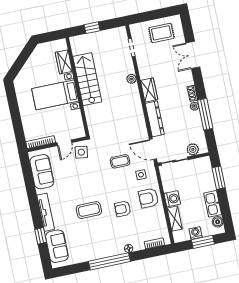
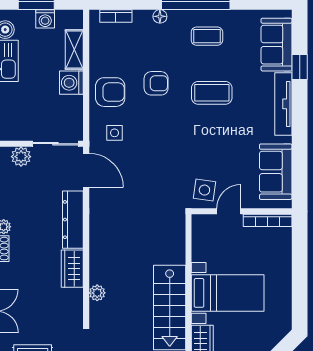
coffee table: (120, 161) -> (207, 36), moved

